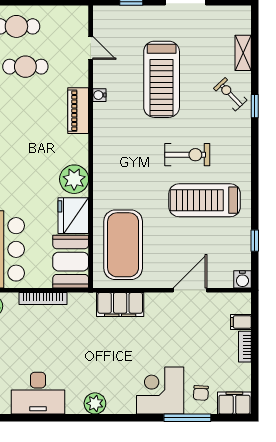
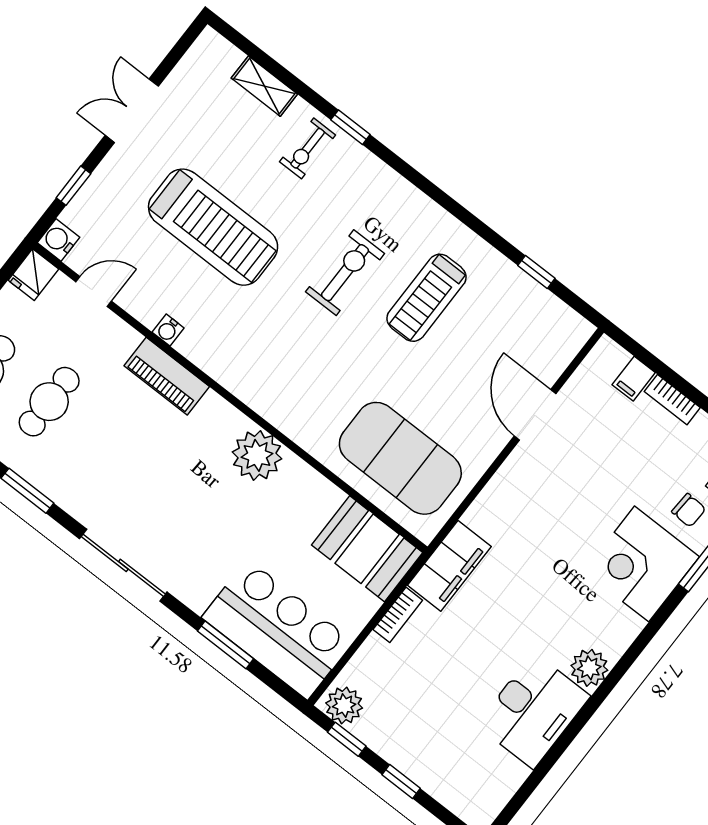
exercise bike: (230, 94) -> (308, 148), turned -46
treadmill: (205, 200) -> (426, 298), width x0.73, depth x0.73
fridge: (73, 216) -> (33, 275), moved, width x0.53, depth x0.75
water cooler: (242, 279) -> (58, 240), moved, turned 180
bookcase: (43, 299) -> (398, 615), width x0.64
filing cabinet: (120, 305) -> (449, 566), moved
desk: (38, 393) -> (533, 711), moved

